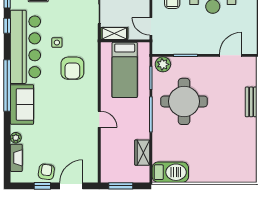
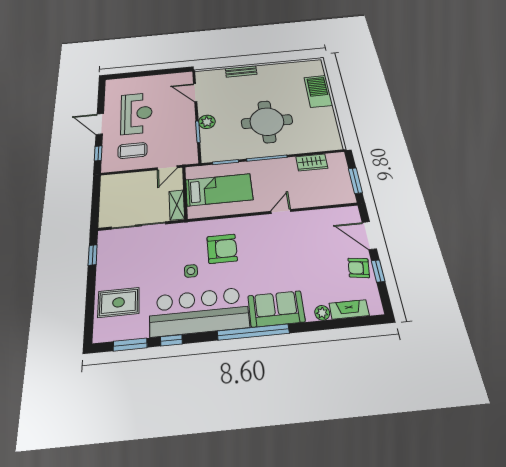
plant: (163, 64) -> (207, 122), moved
round table: (184, 101) -> (267, 122), moved
barbecue: (170, 172) -> (318, 91), moved

